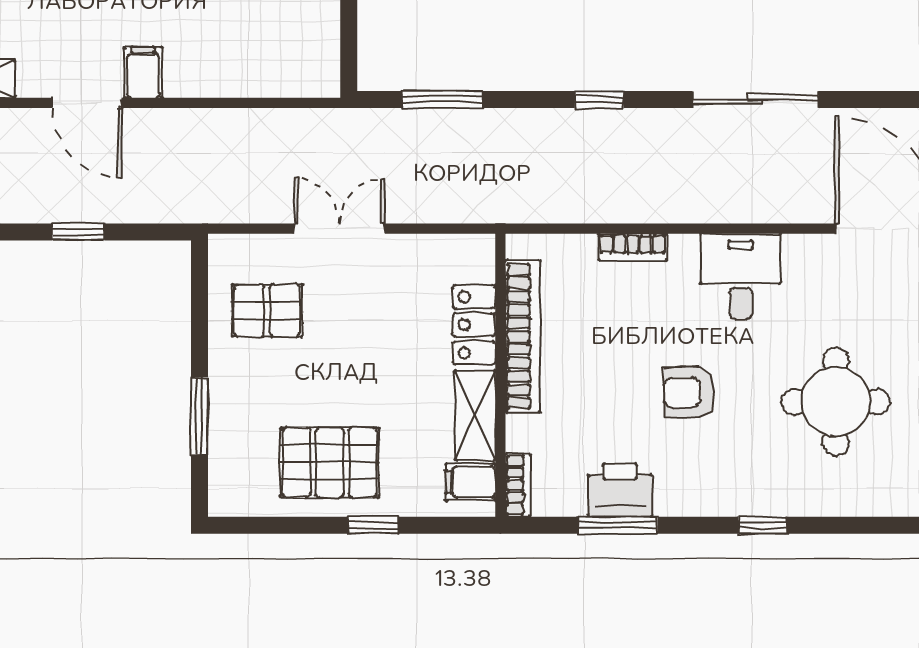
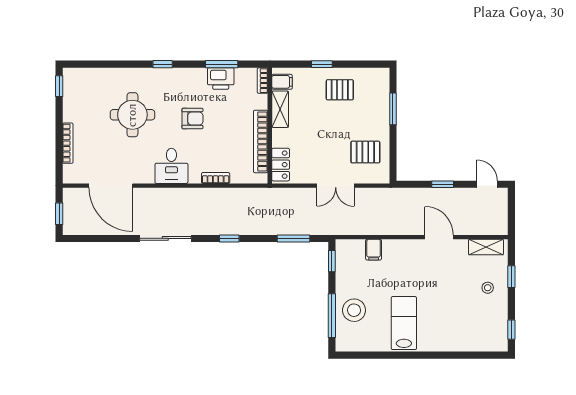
window: (349, 44) -> (332, 261), added
filing cabinet: (143, 72) -> (374, 250), moved
locker: (474, 325) -> (281, 165), moved
pallet: (330, 463) -> (340, 90), width x0.67, depth x0.71

